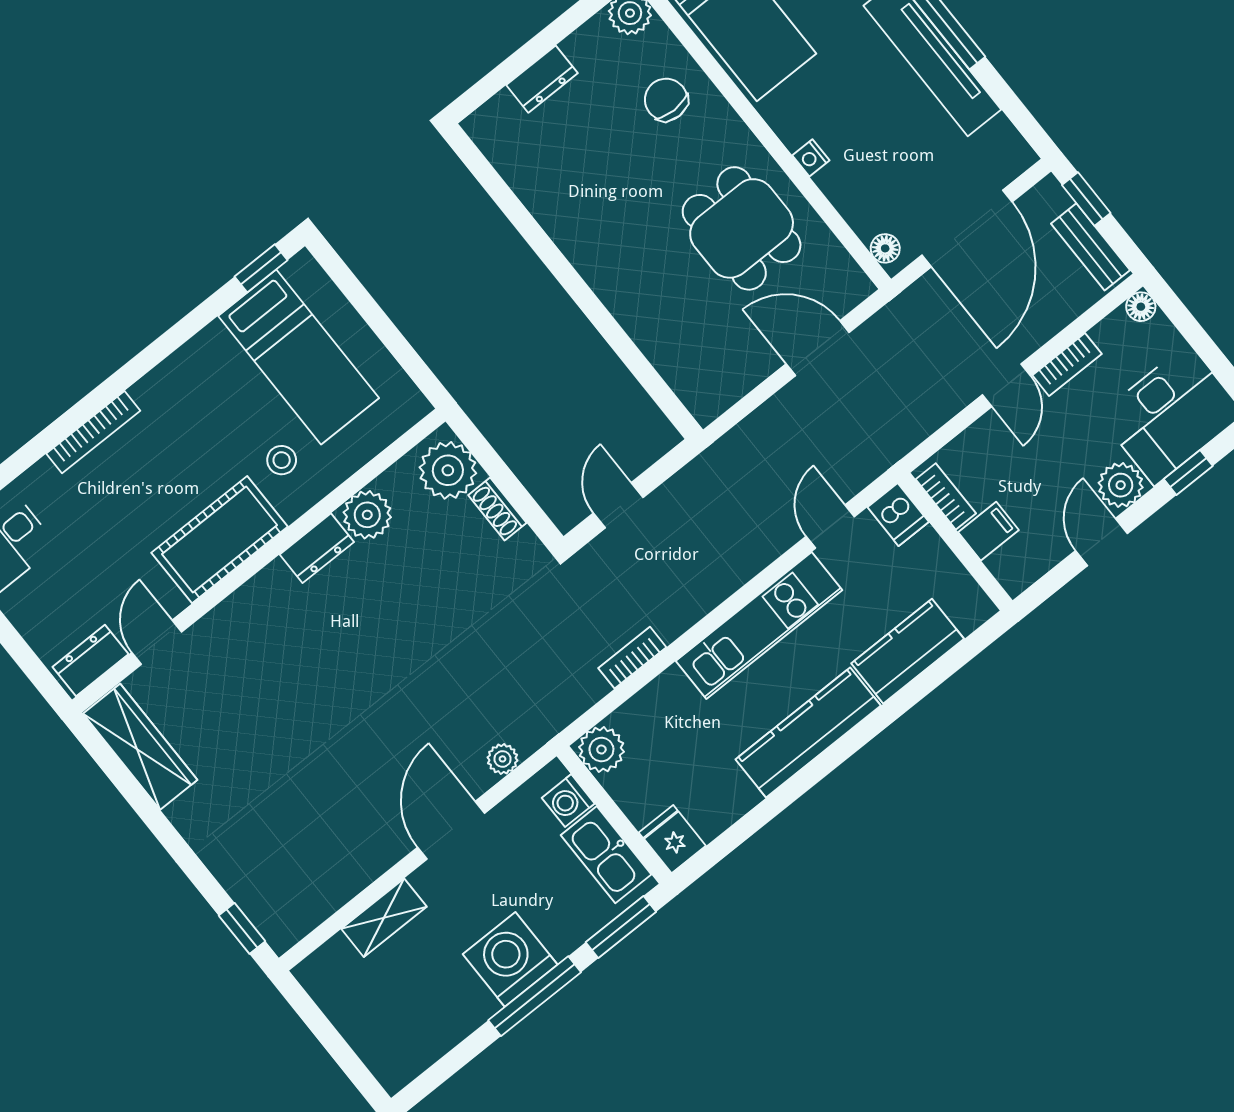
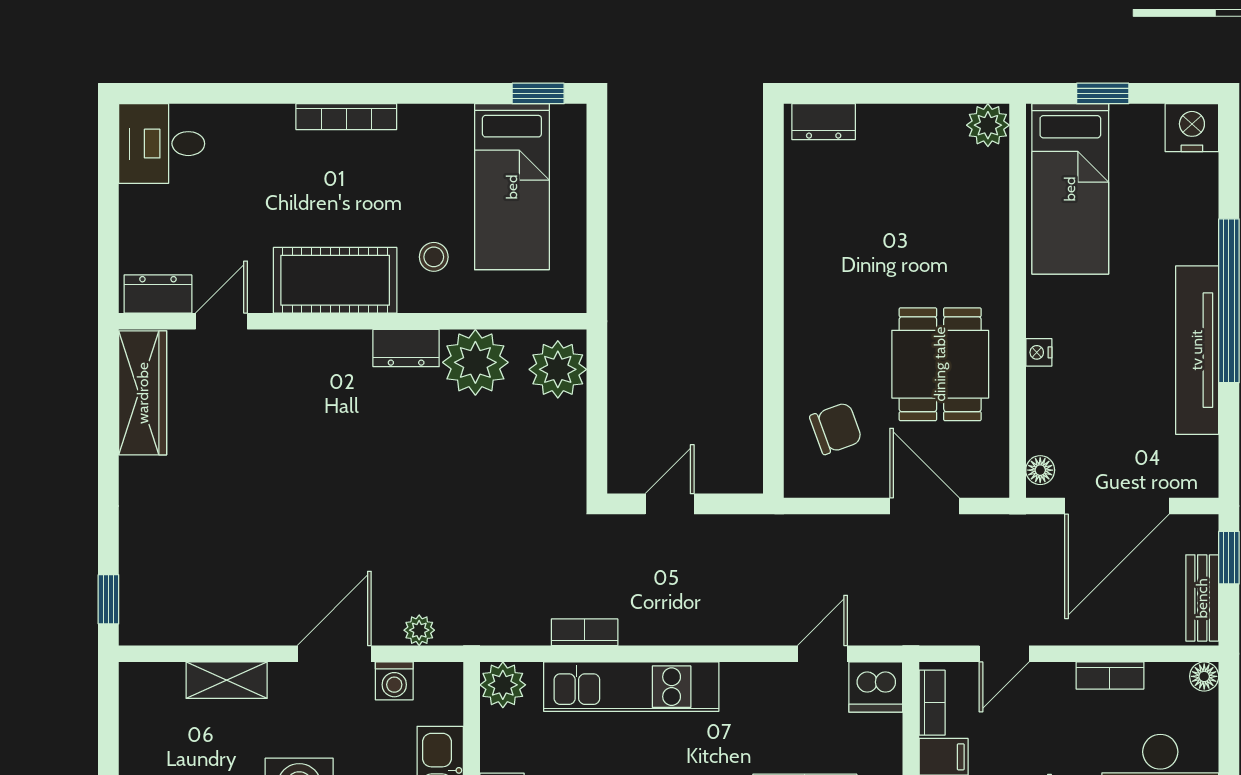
dresser: (542, 79) -> (824, 122), moved
chair: (666, 100) -> (836, 428), moved, turned 70
door: (1006, 385) -> (1004, 654), moved
bookcase: (93, 432) -> (346, 117), moved
shoe rack: (497, 509) -> (572, 431), removed
plant: (367, 515) -> (475, 362), width x1.36, depth x1.36
dishwasher: (898, 515) -> (876, 687), width x1.38
kitchen unit: (759, 626) -> (631, 687), moved
washing machine: (568, 801) -> (394, 681), moved, turned -90

